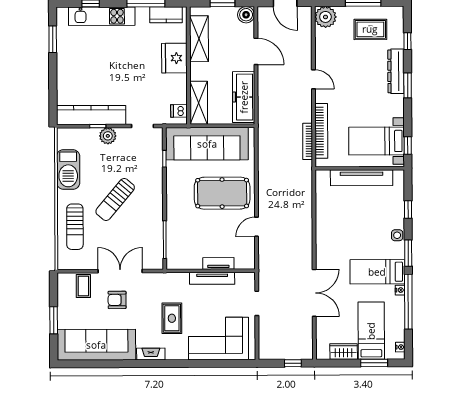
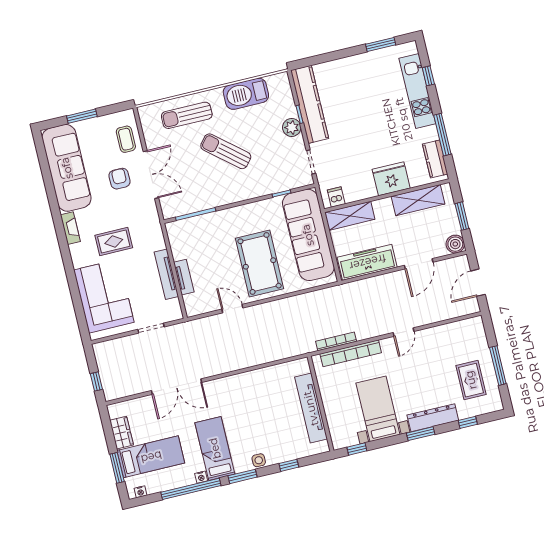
plant: (325, 17) -> (473, 329), removed
bed with nightstands: (376, 141) -> (378, 409), moved
coffee table: (83, 286) -> (126, 139), turned 90

